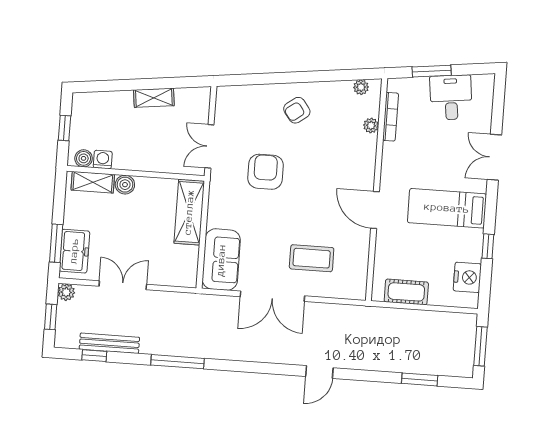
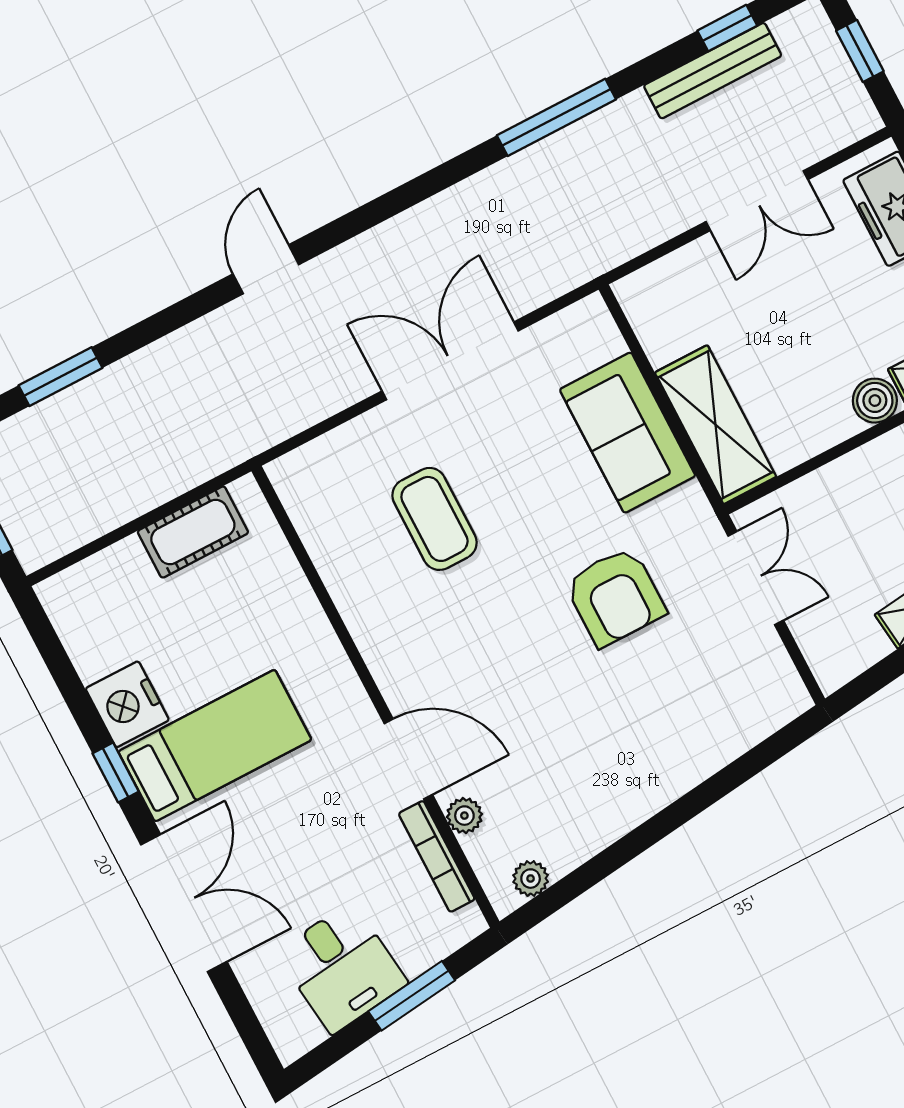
armchair: (297, 110) -> (628, 755), removed
double door: (494, 157) -> (184, 903), width x1.37
door: (375, 210) -> (408, 759), moved
window: (488, 246) -> (116, 772), moved
coffee table: (312, 258) -> (434, 519), moved, turned 90
sofa: (221, 260) -> (628, 433), moved
nightstand: (467, 277) -> (127, 704), moved
plant: (66, 292) -> (859, 118), removed

